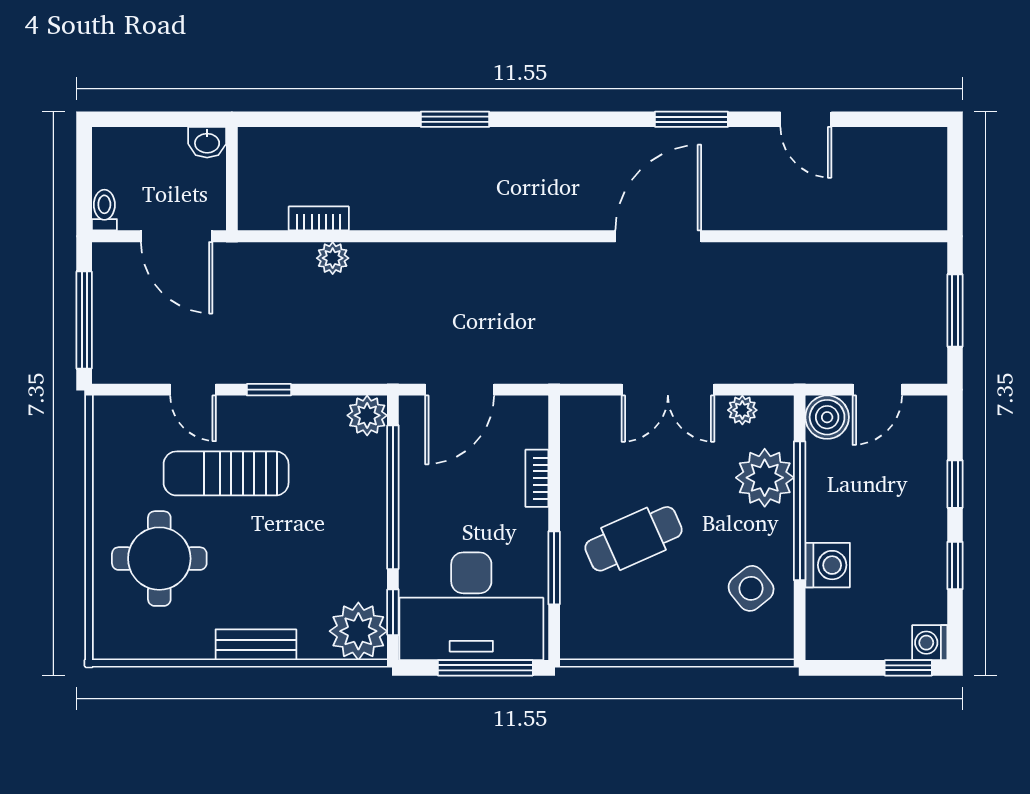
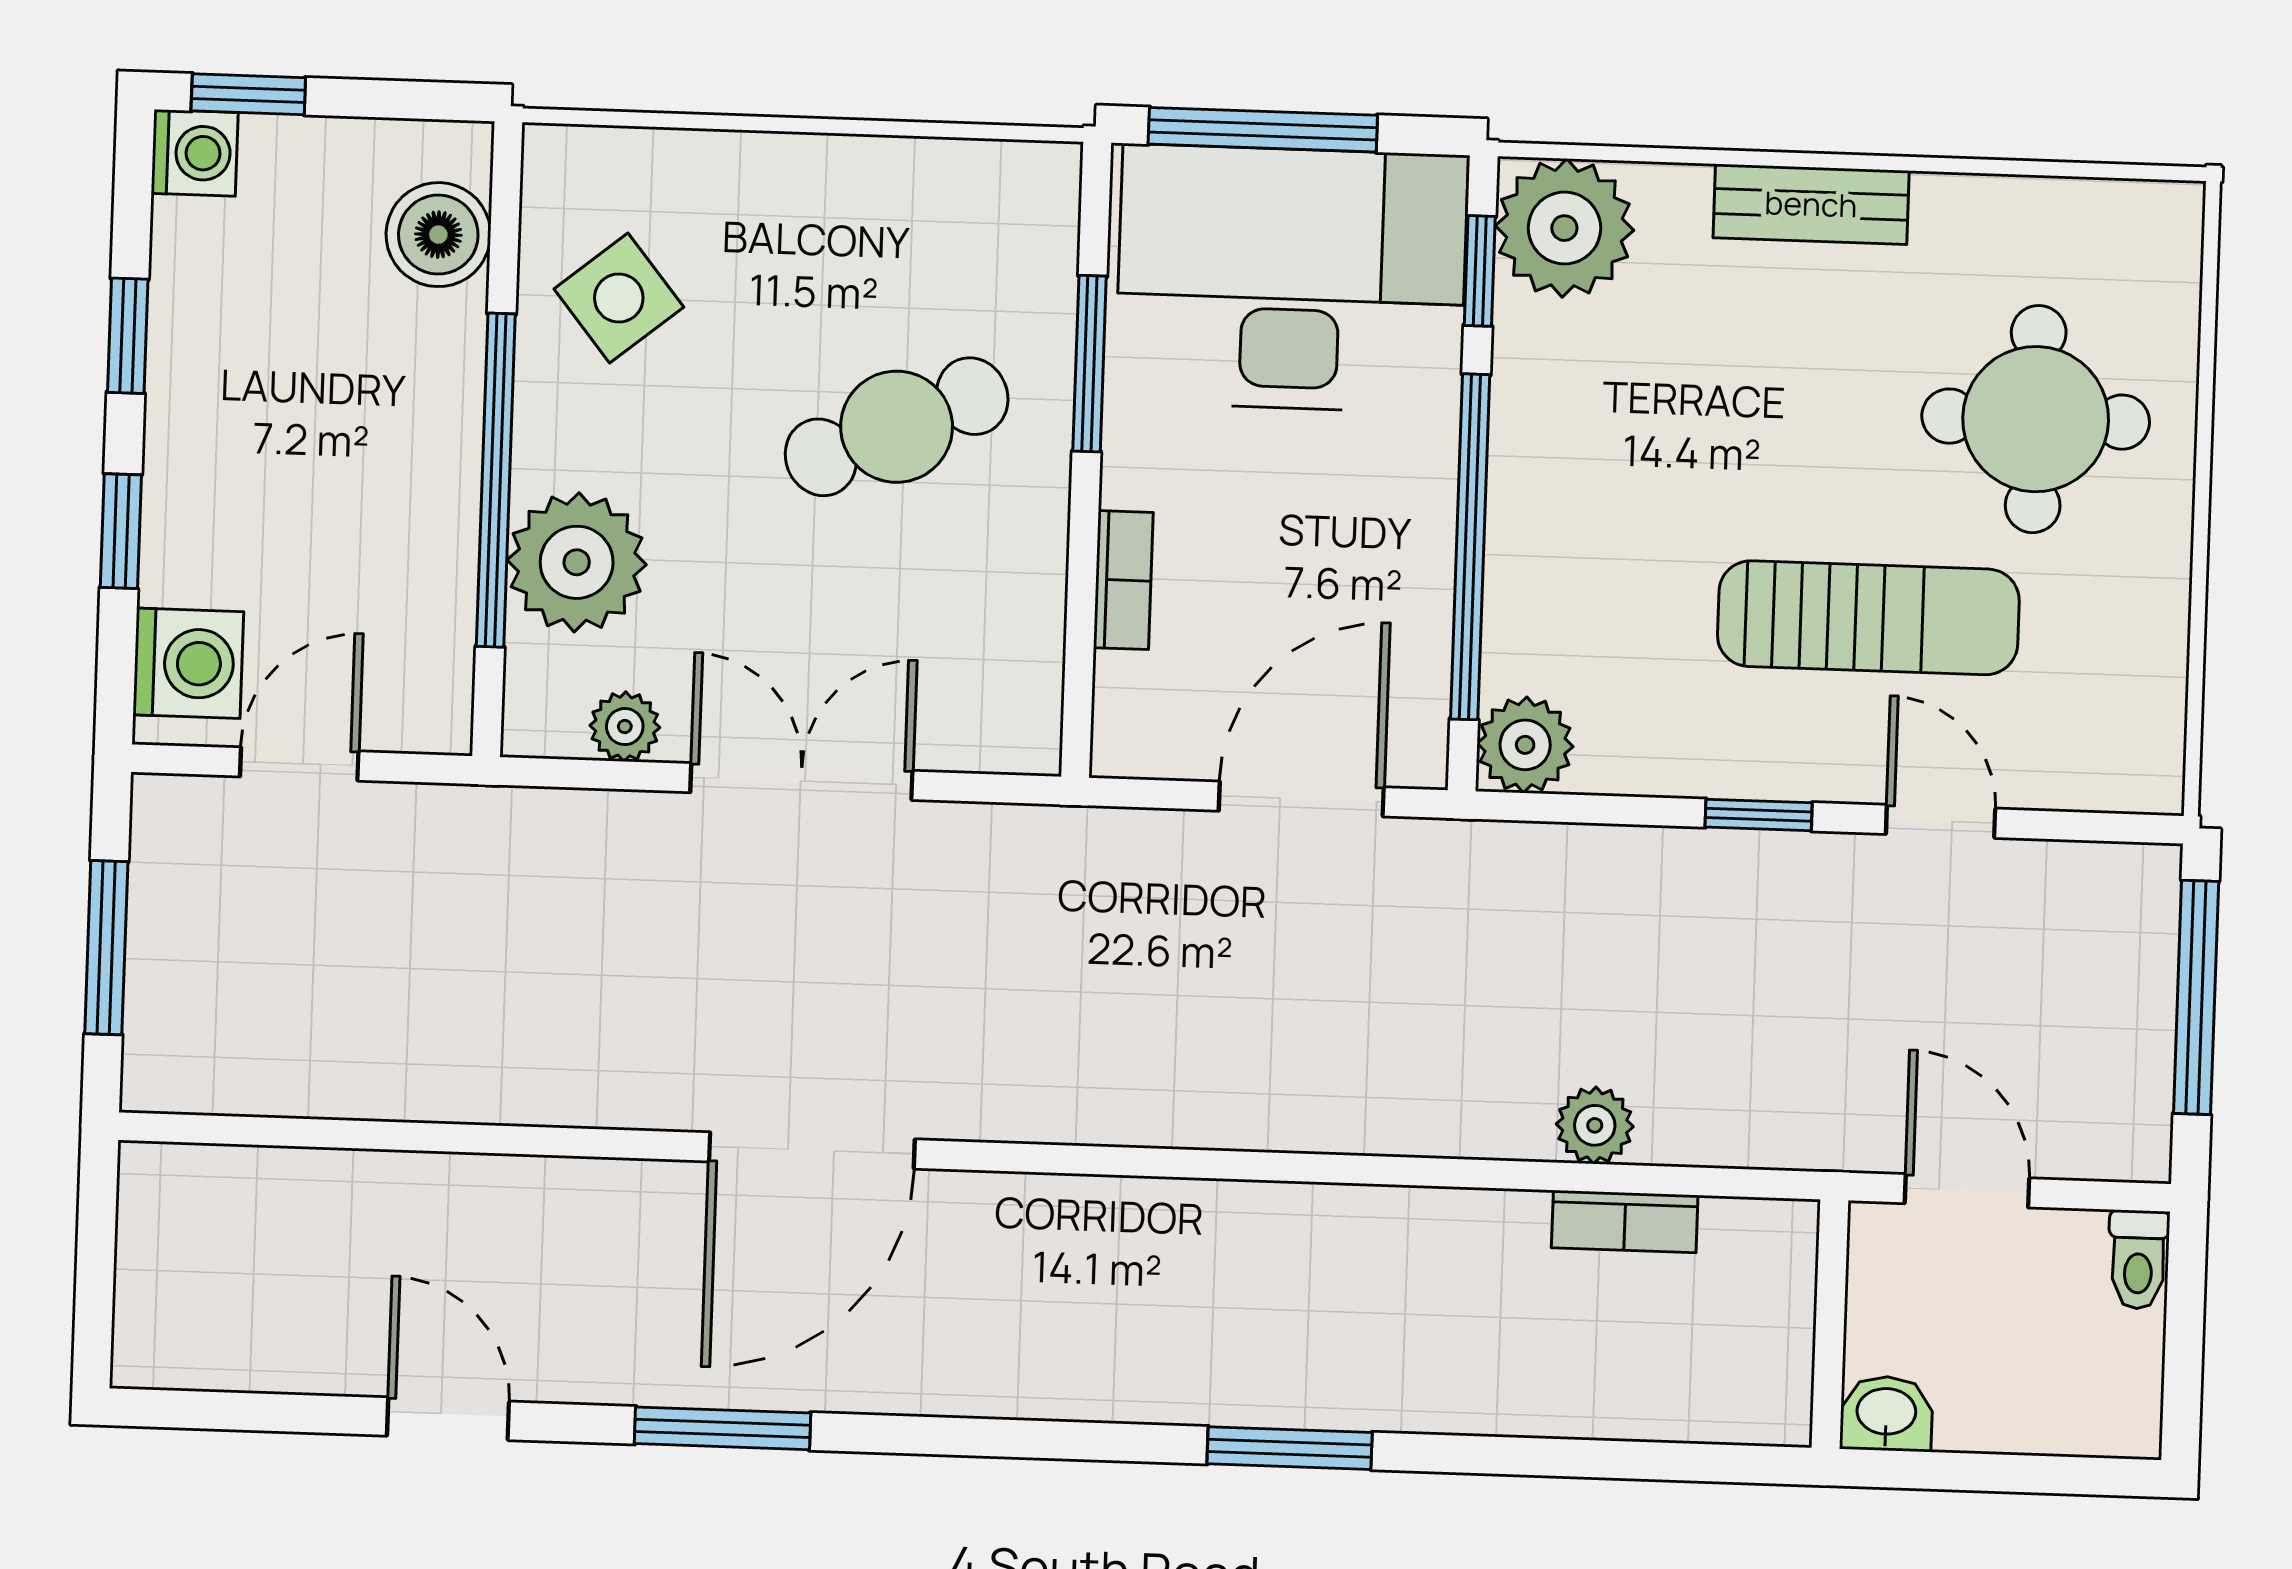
door: (177, 236) -> (1967, 1191), width x0.73
boiler: (827, 417) -> (438, 235), moved
washing machine: (828, 565) -> (188, 663), moved, turned 180

